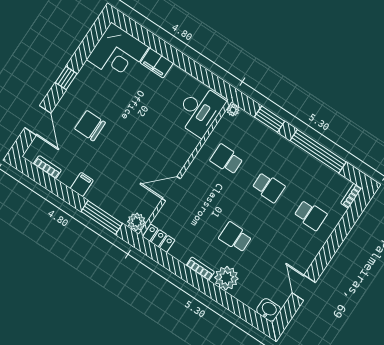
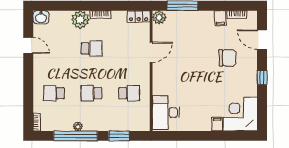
filing cabinet: (157, 63) -> (217, 124), width x0.50
plant: (233, 110) -> (78, 127), moved
filing cabinet: (82, 184) -> (220, 18), moved

